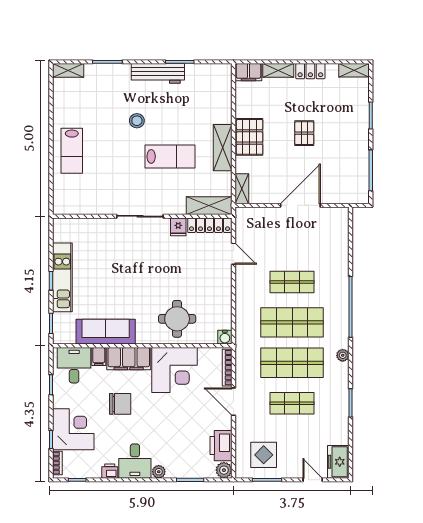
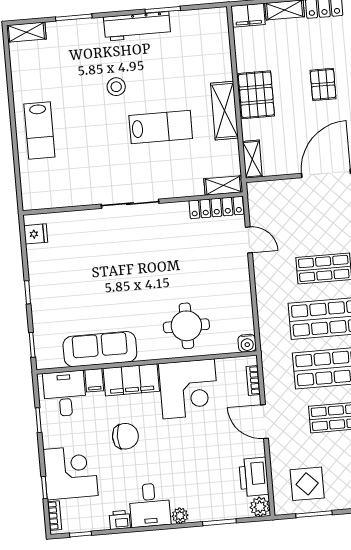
shelving: (209, 206) -> (223, 185), width x0.67, depth x0.75
fridge: (178, 227) -> (36, 234), moved, turned -90
kitchen unit: (62, 277) -> (41, 287), removed
bookcase: (227, 368) -> (253, 380), width x0.64

